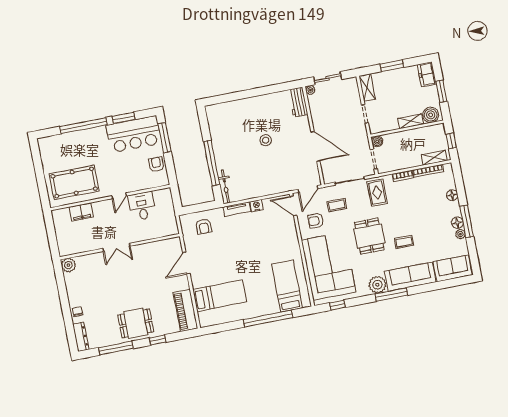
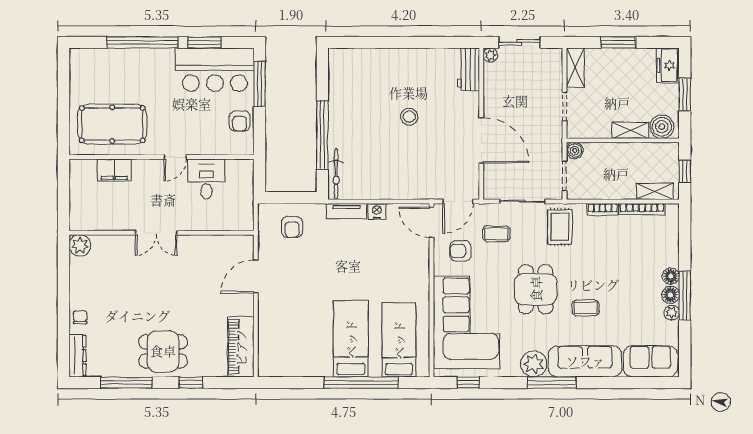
armchair: (156, 164) -> (240, 121), turned 180
floor lamp: (452, 195) -> (671, 276), moved
bed: (220, 296) -> (351, 339), moved, turned -90

